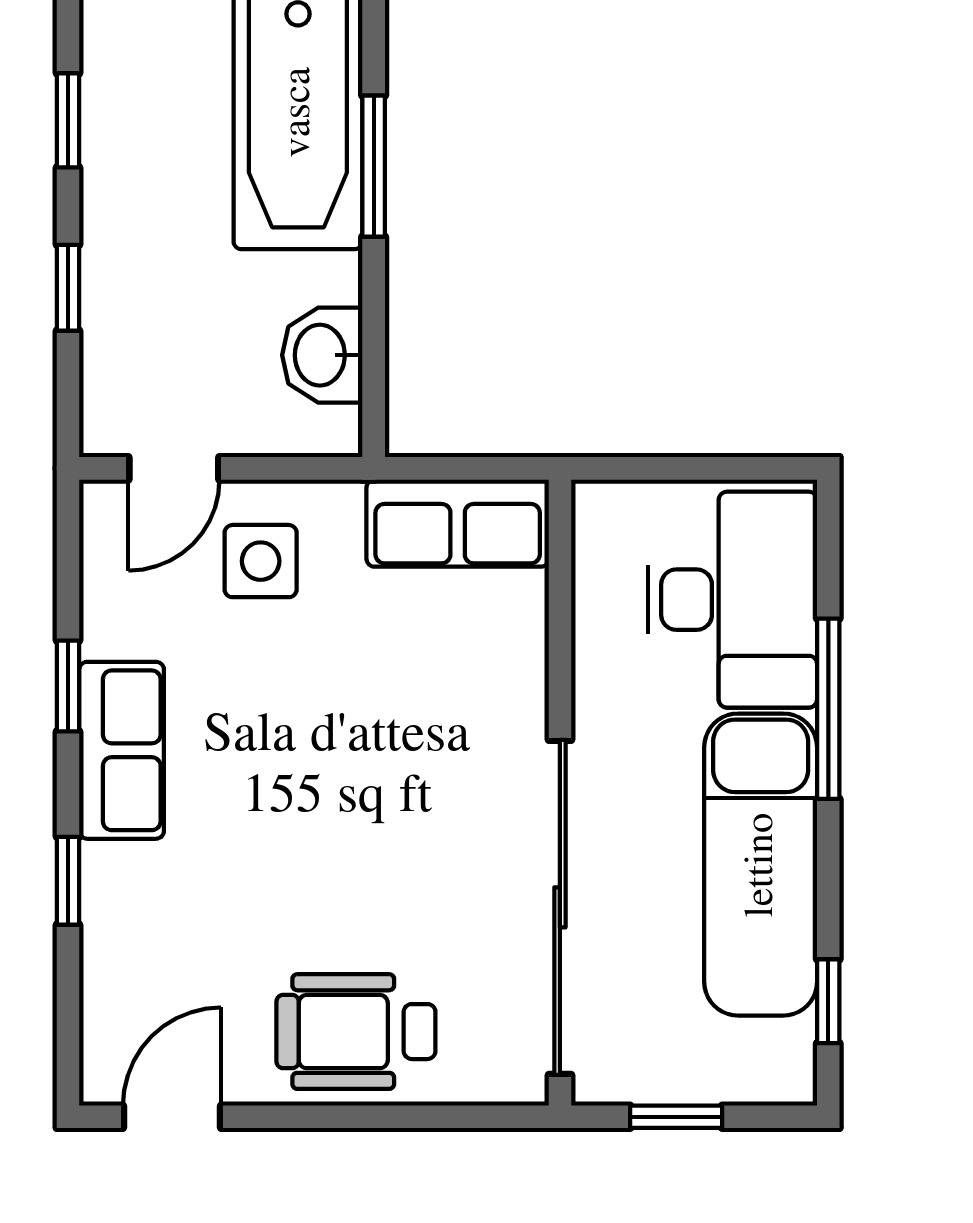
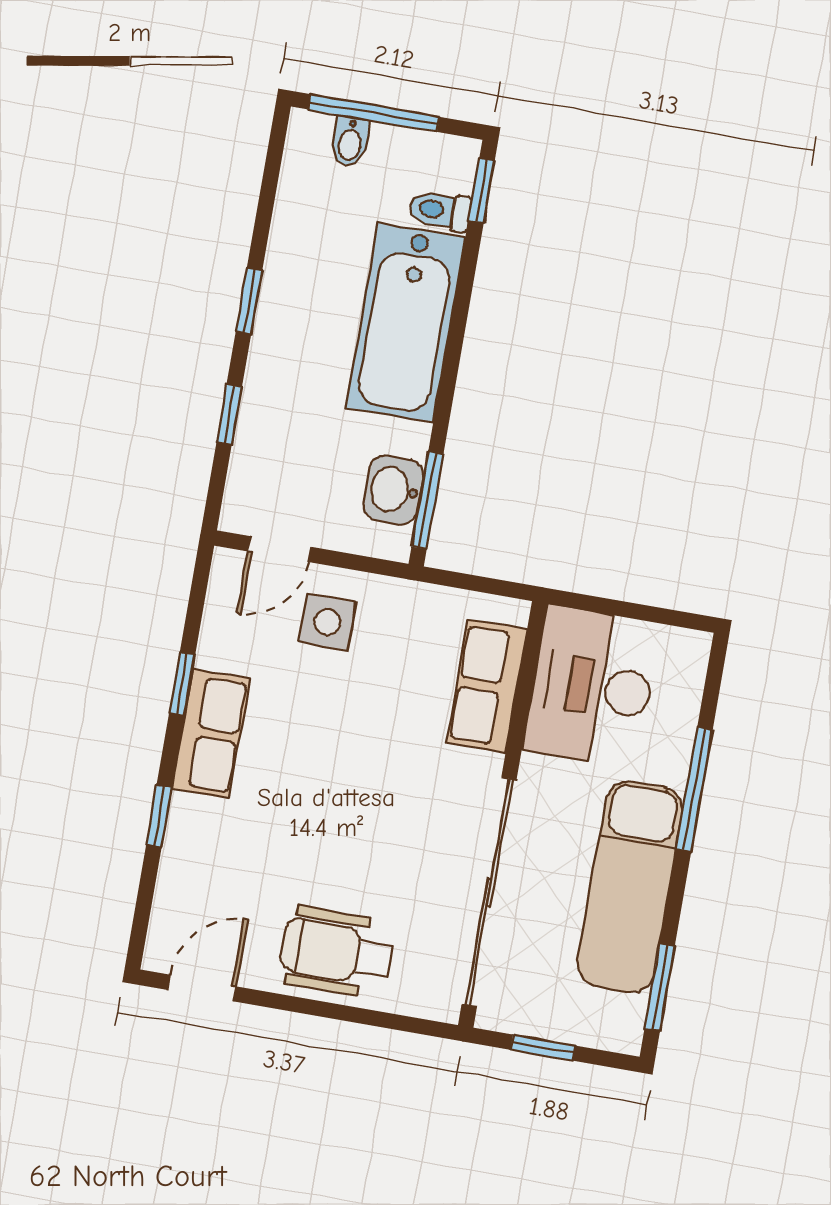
window: (374, 166) -> (427, 500), moved
row of seats: (458, 523) -> (487, 686), moved, turned 90
desk: (732, 600) -> (592, 687), moved, turned 180
window: (828, 1001) -> (660, 987), width x1.50

